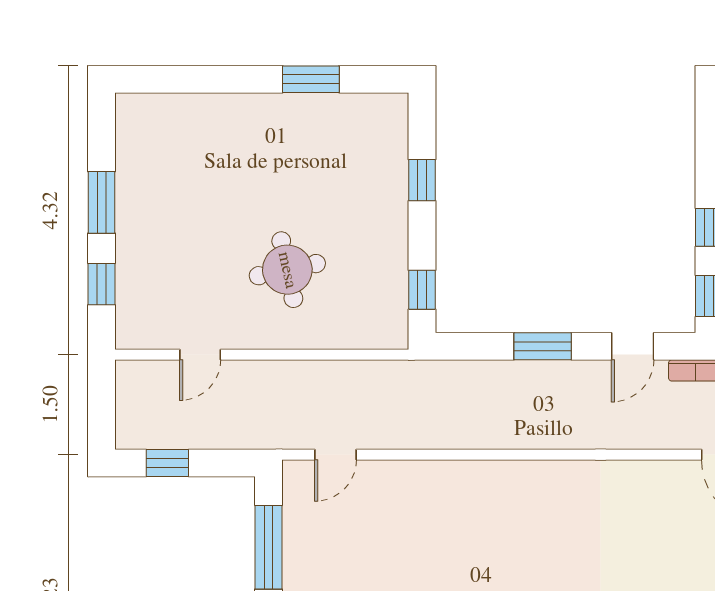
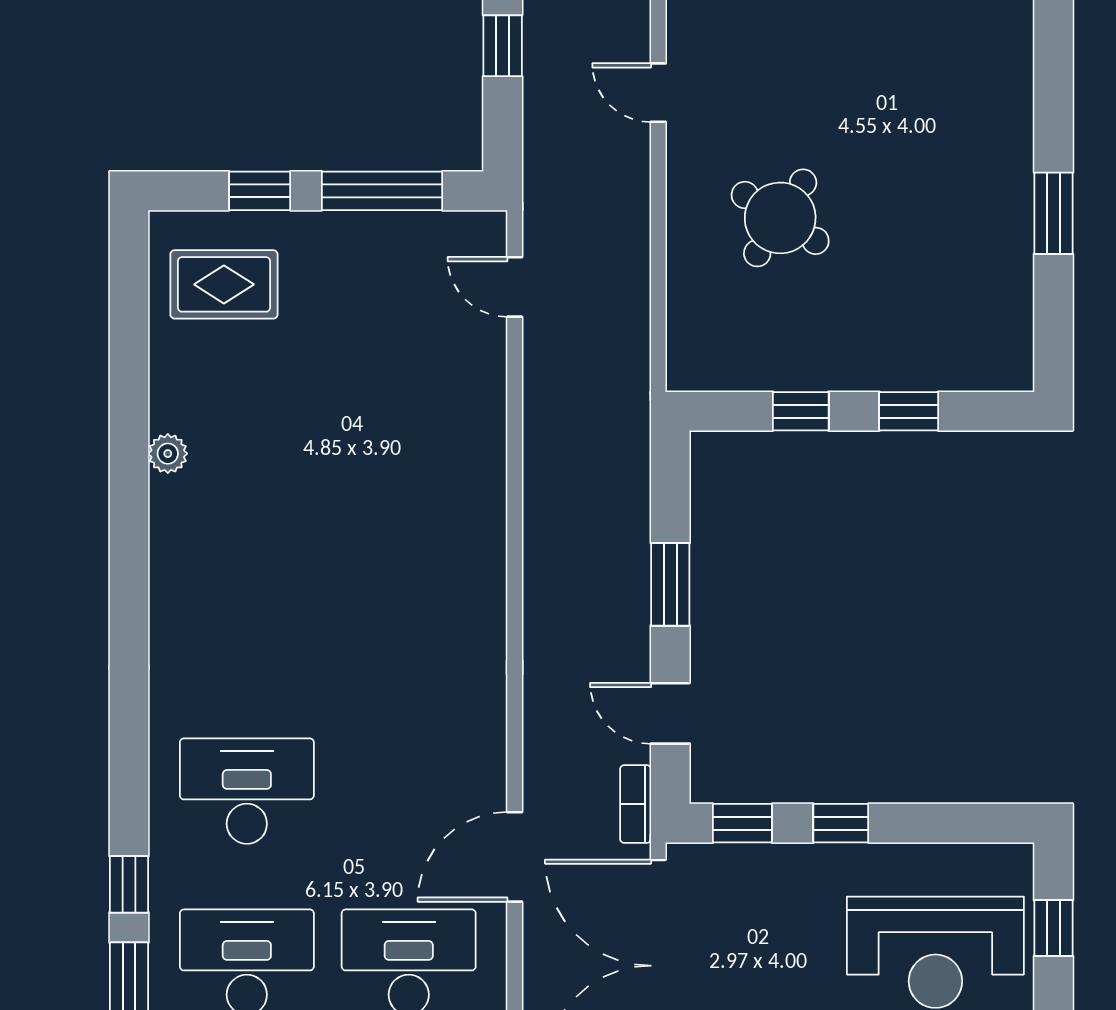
window: (311, 79) -> (1053, 213), moved
round table: (287, 270) -> (780, 218), turned 45
window: (422, 290) -> (801, 411), moved

